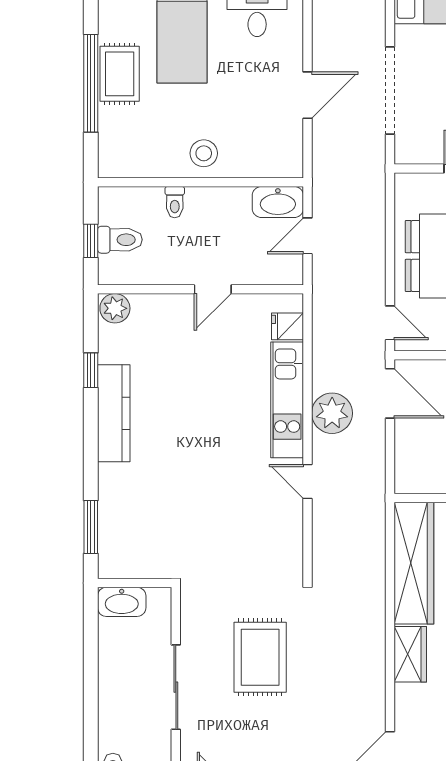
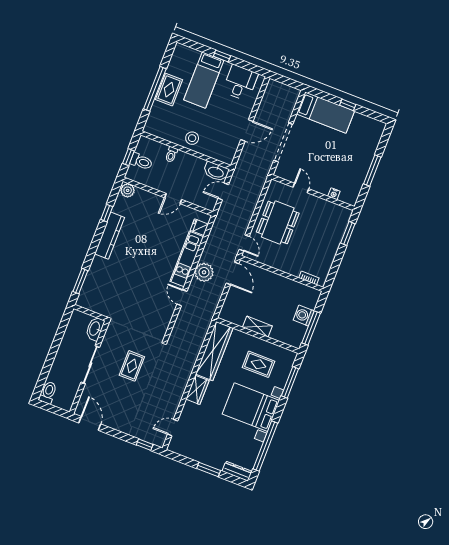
washbasin: (122, 602) -> (95, 329), moved, turned 90
rug: (260, 657) -> (132, 366), width x0.73, depth x0.70

